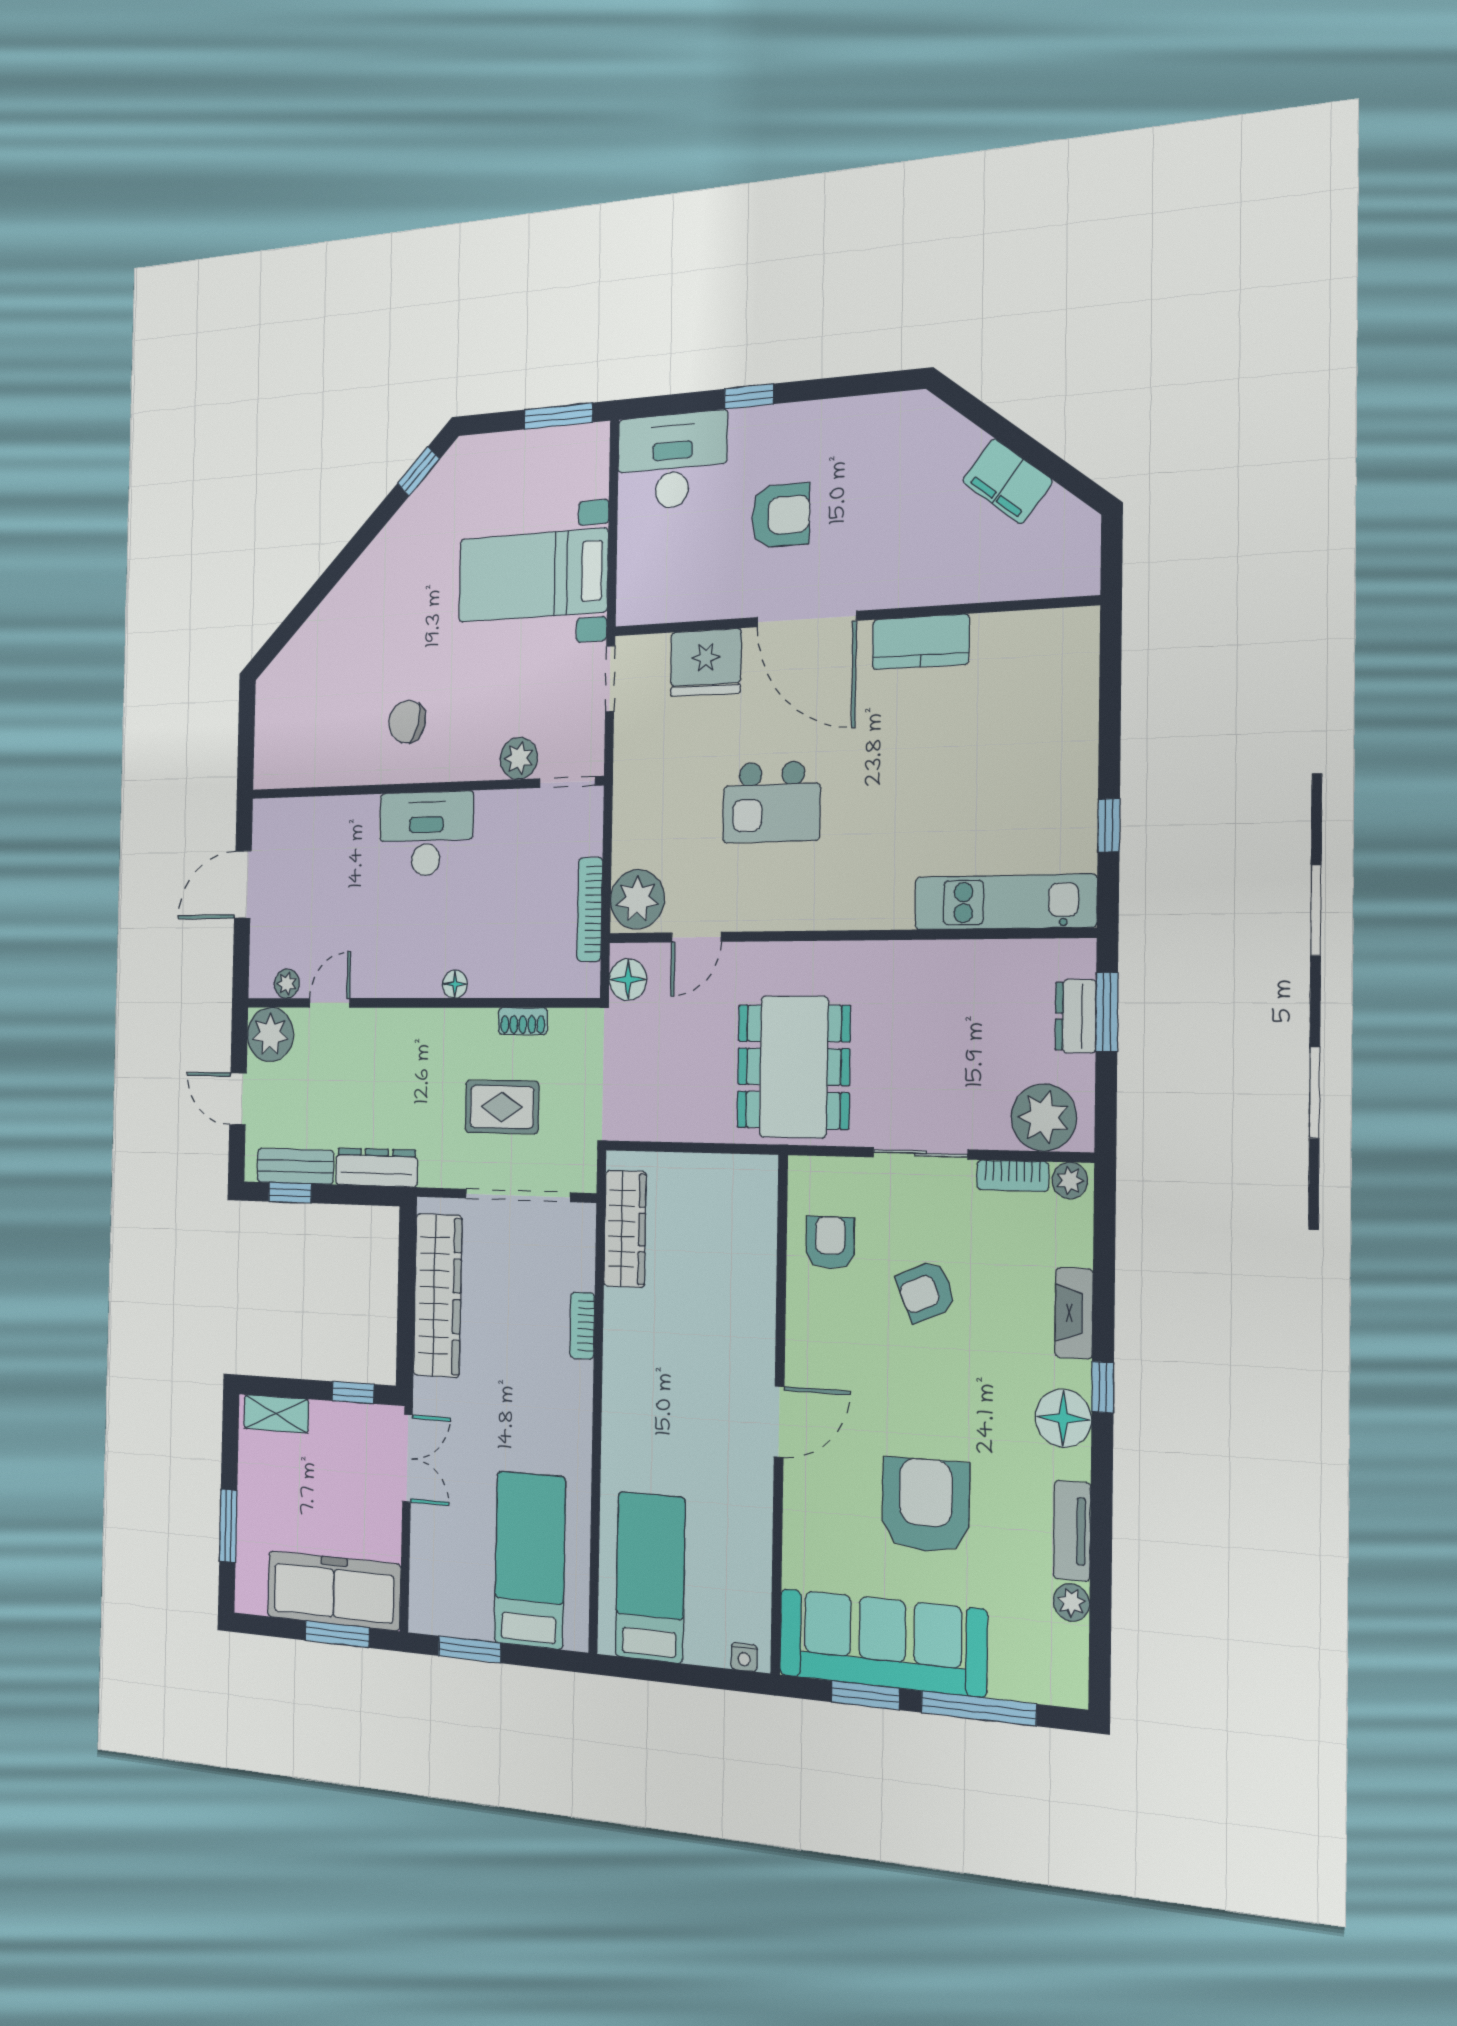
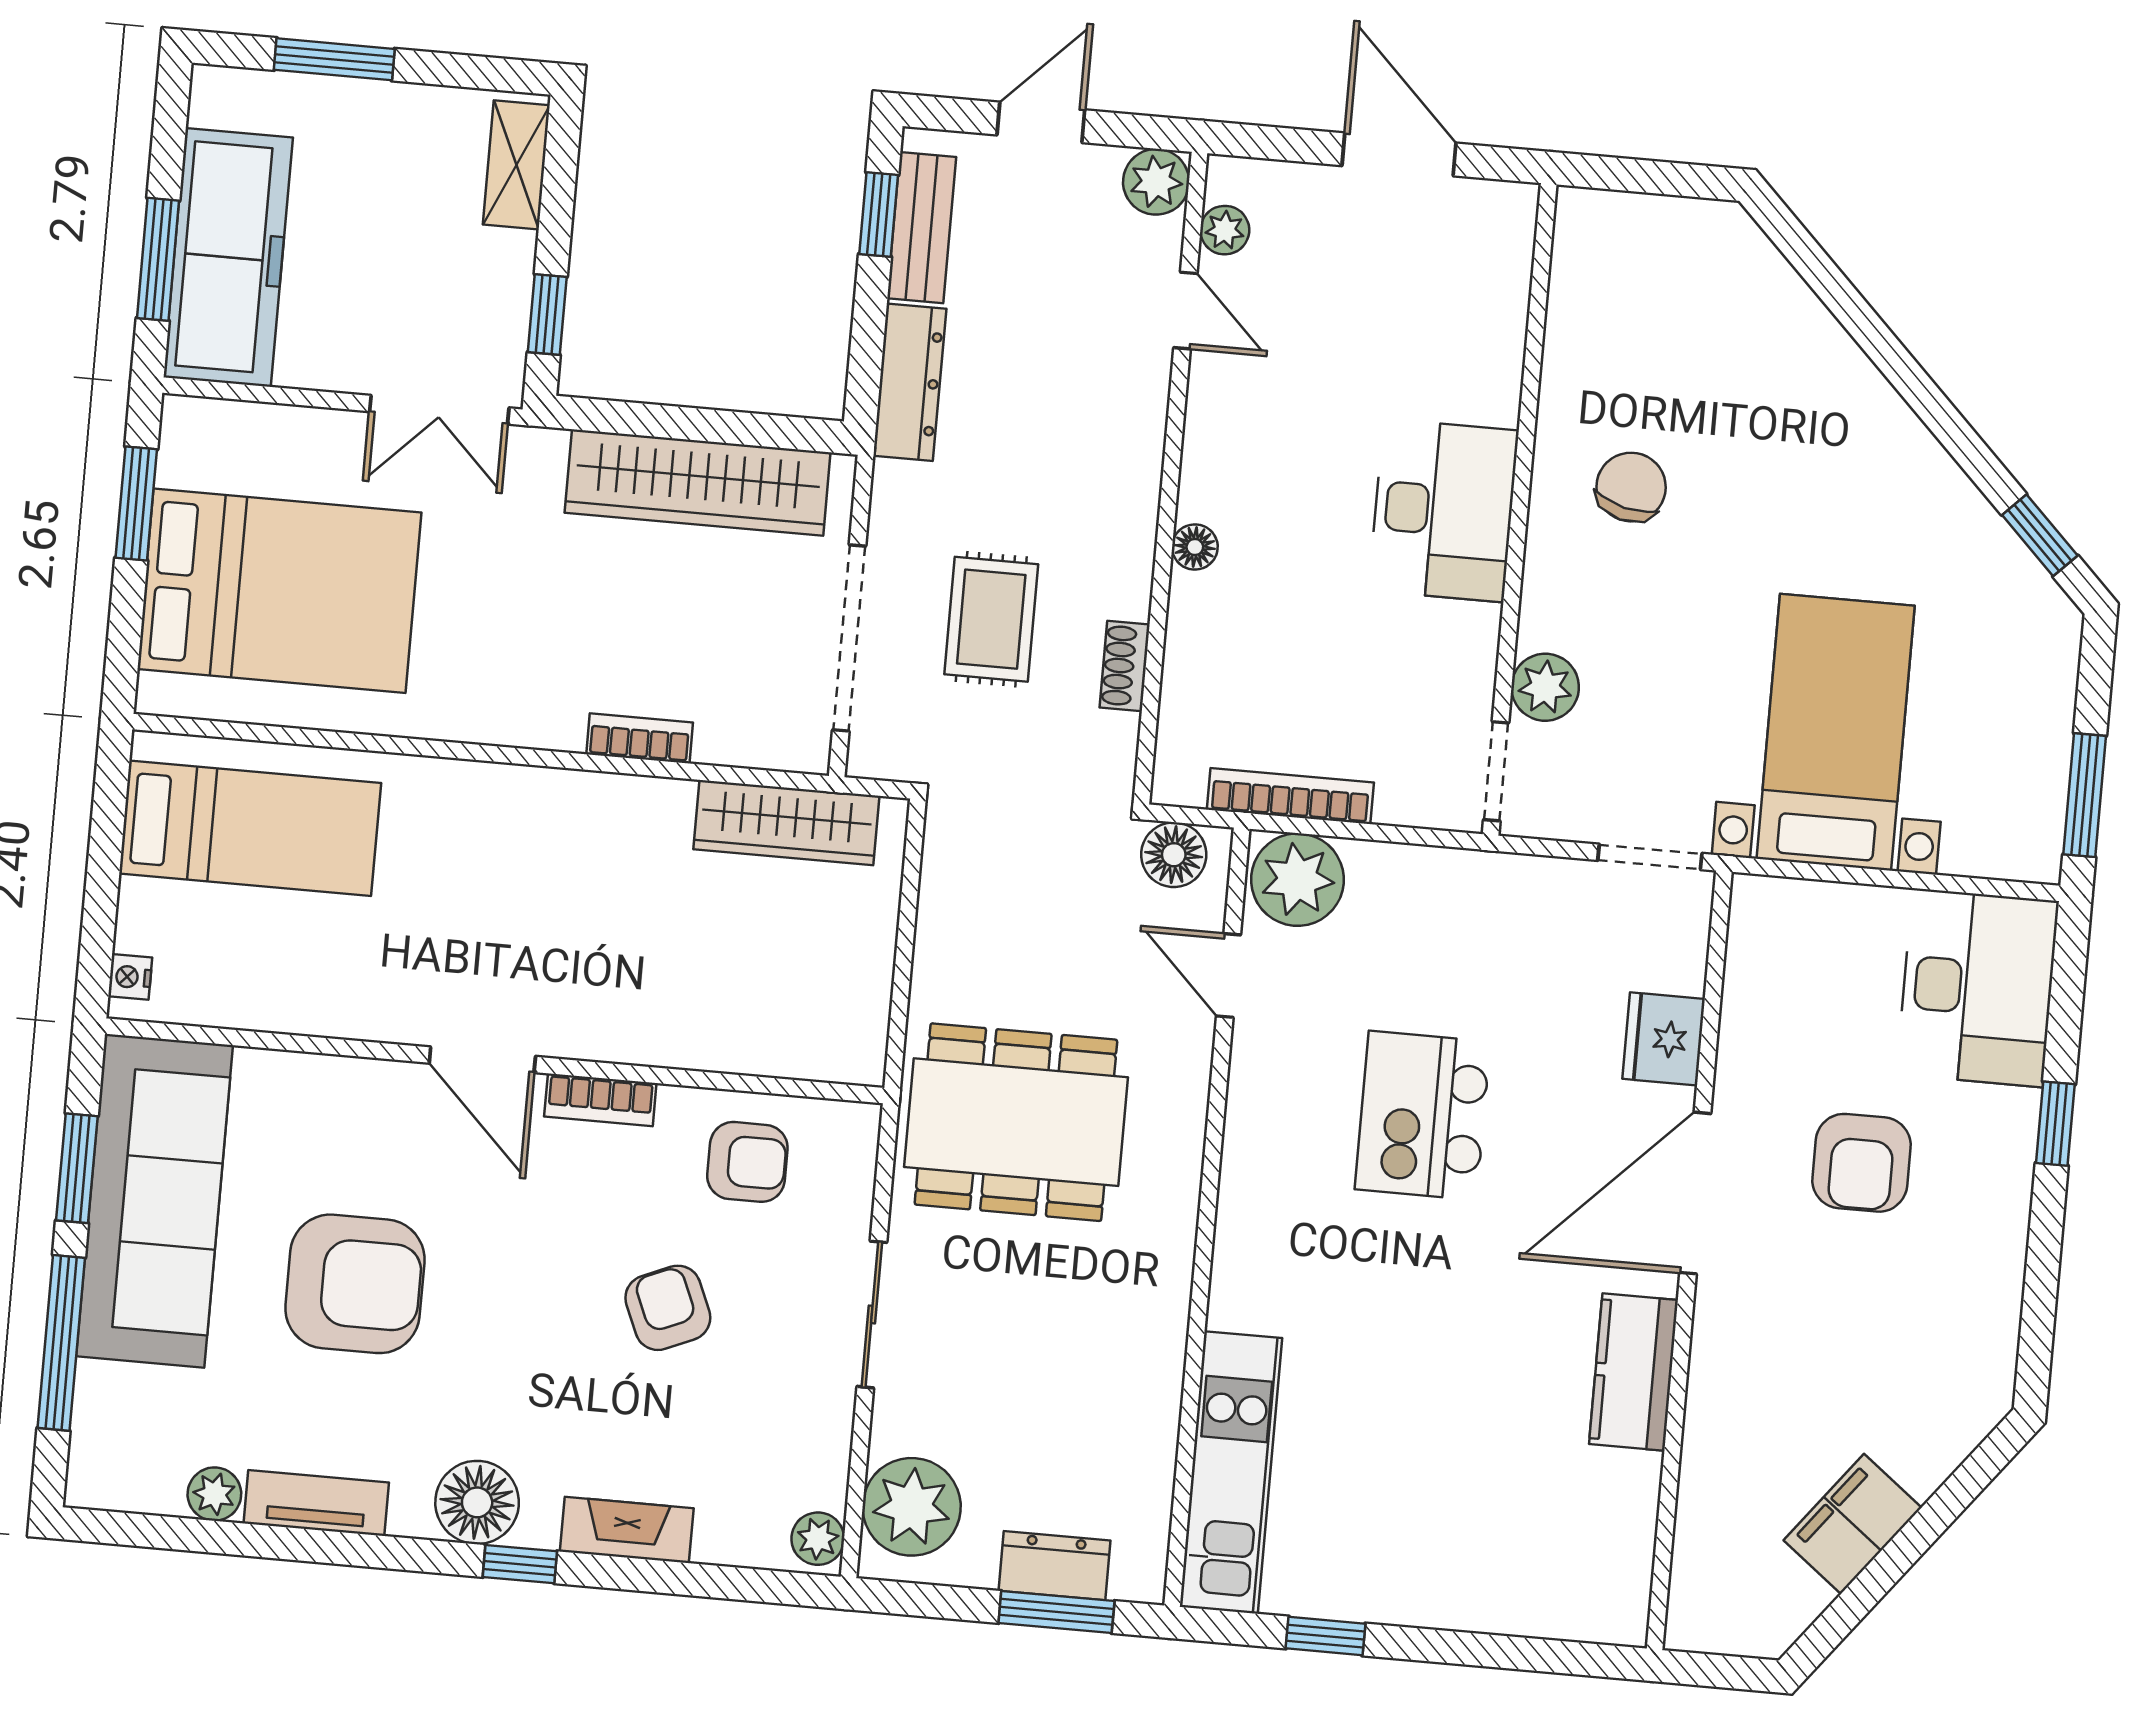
fridge: (706, 663) -> (1664, 1039), width x0.73, depth x0.75
plant: (270, 1034) -> (1156, 182), width x0.73, depth x0.73
bookcase: (1013, 1176) -> (600, 1100), moved, turned -90
bed: (530, 1560) -> (279, 591), width x1.50

